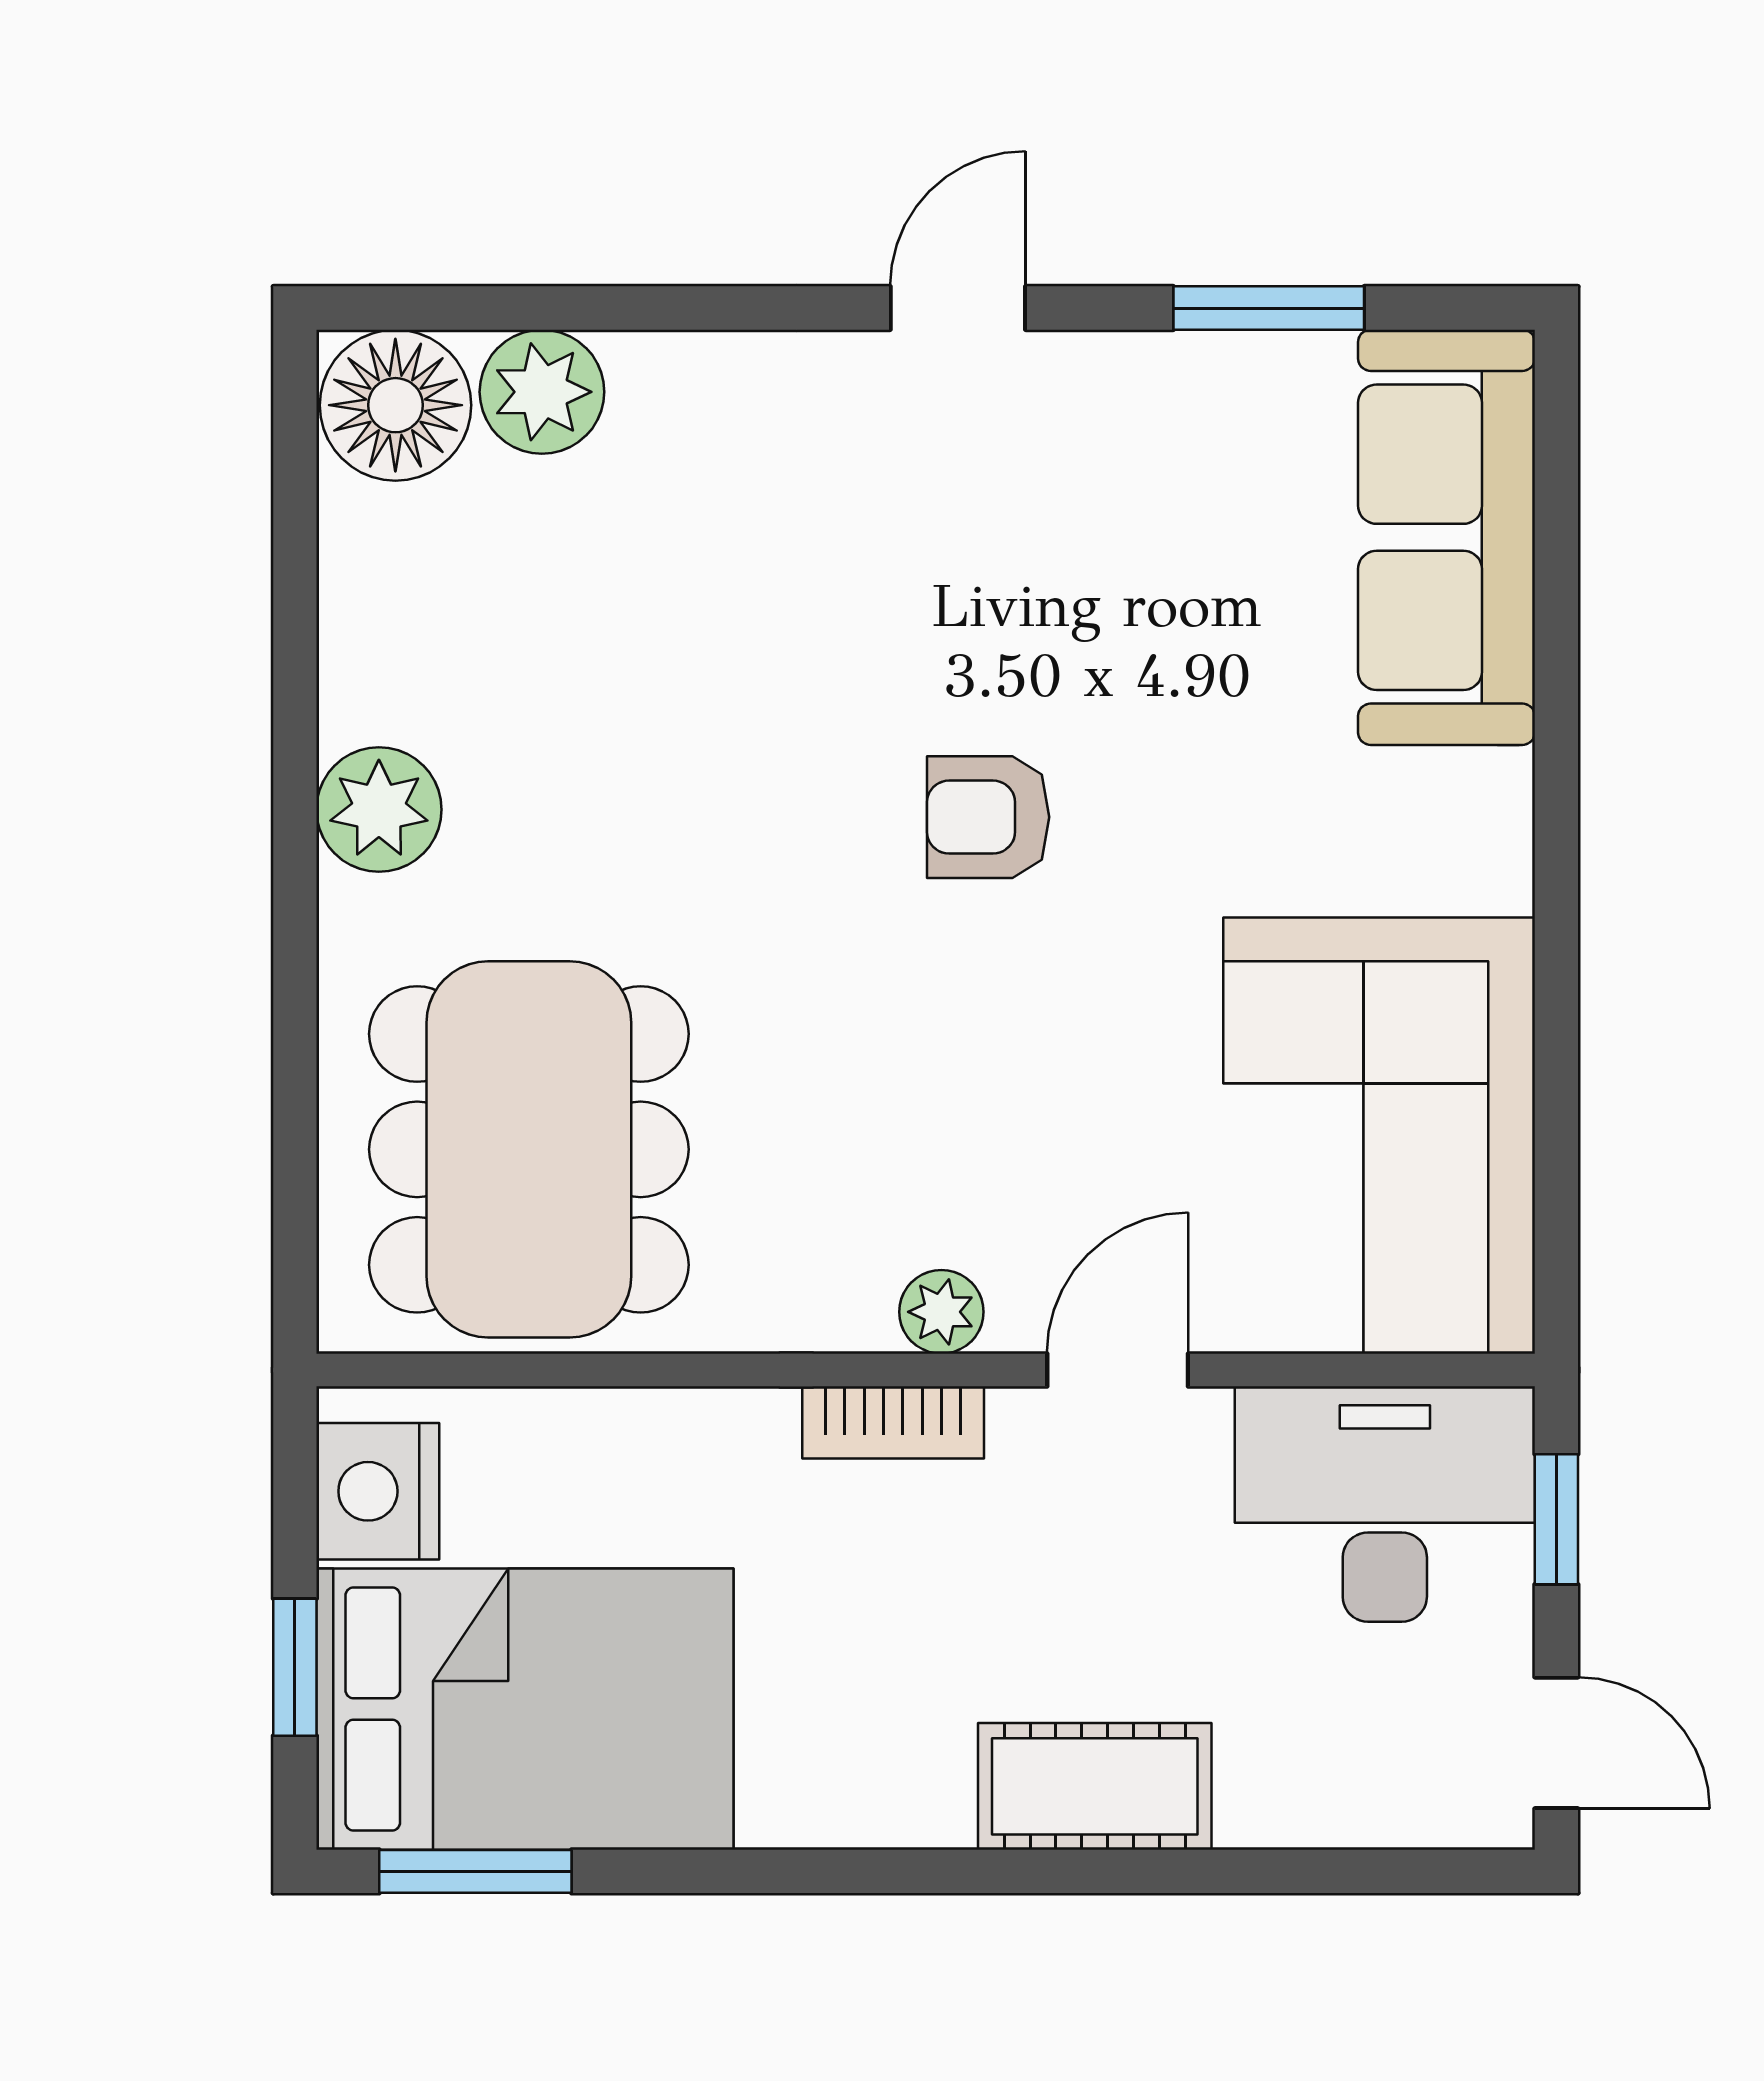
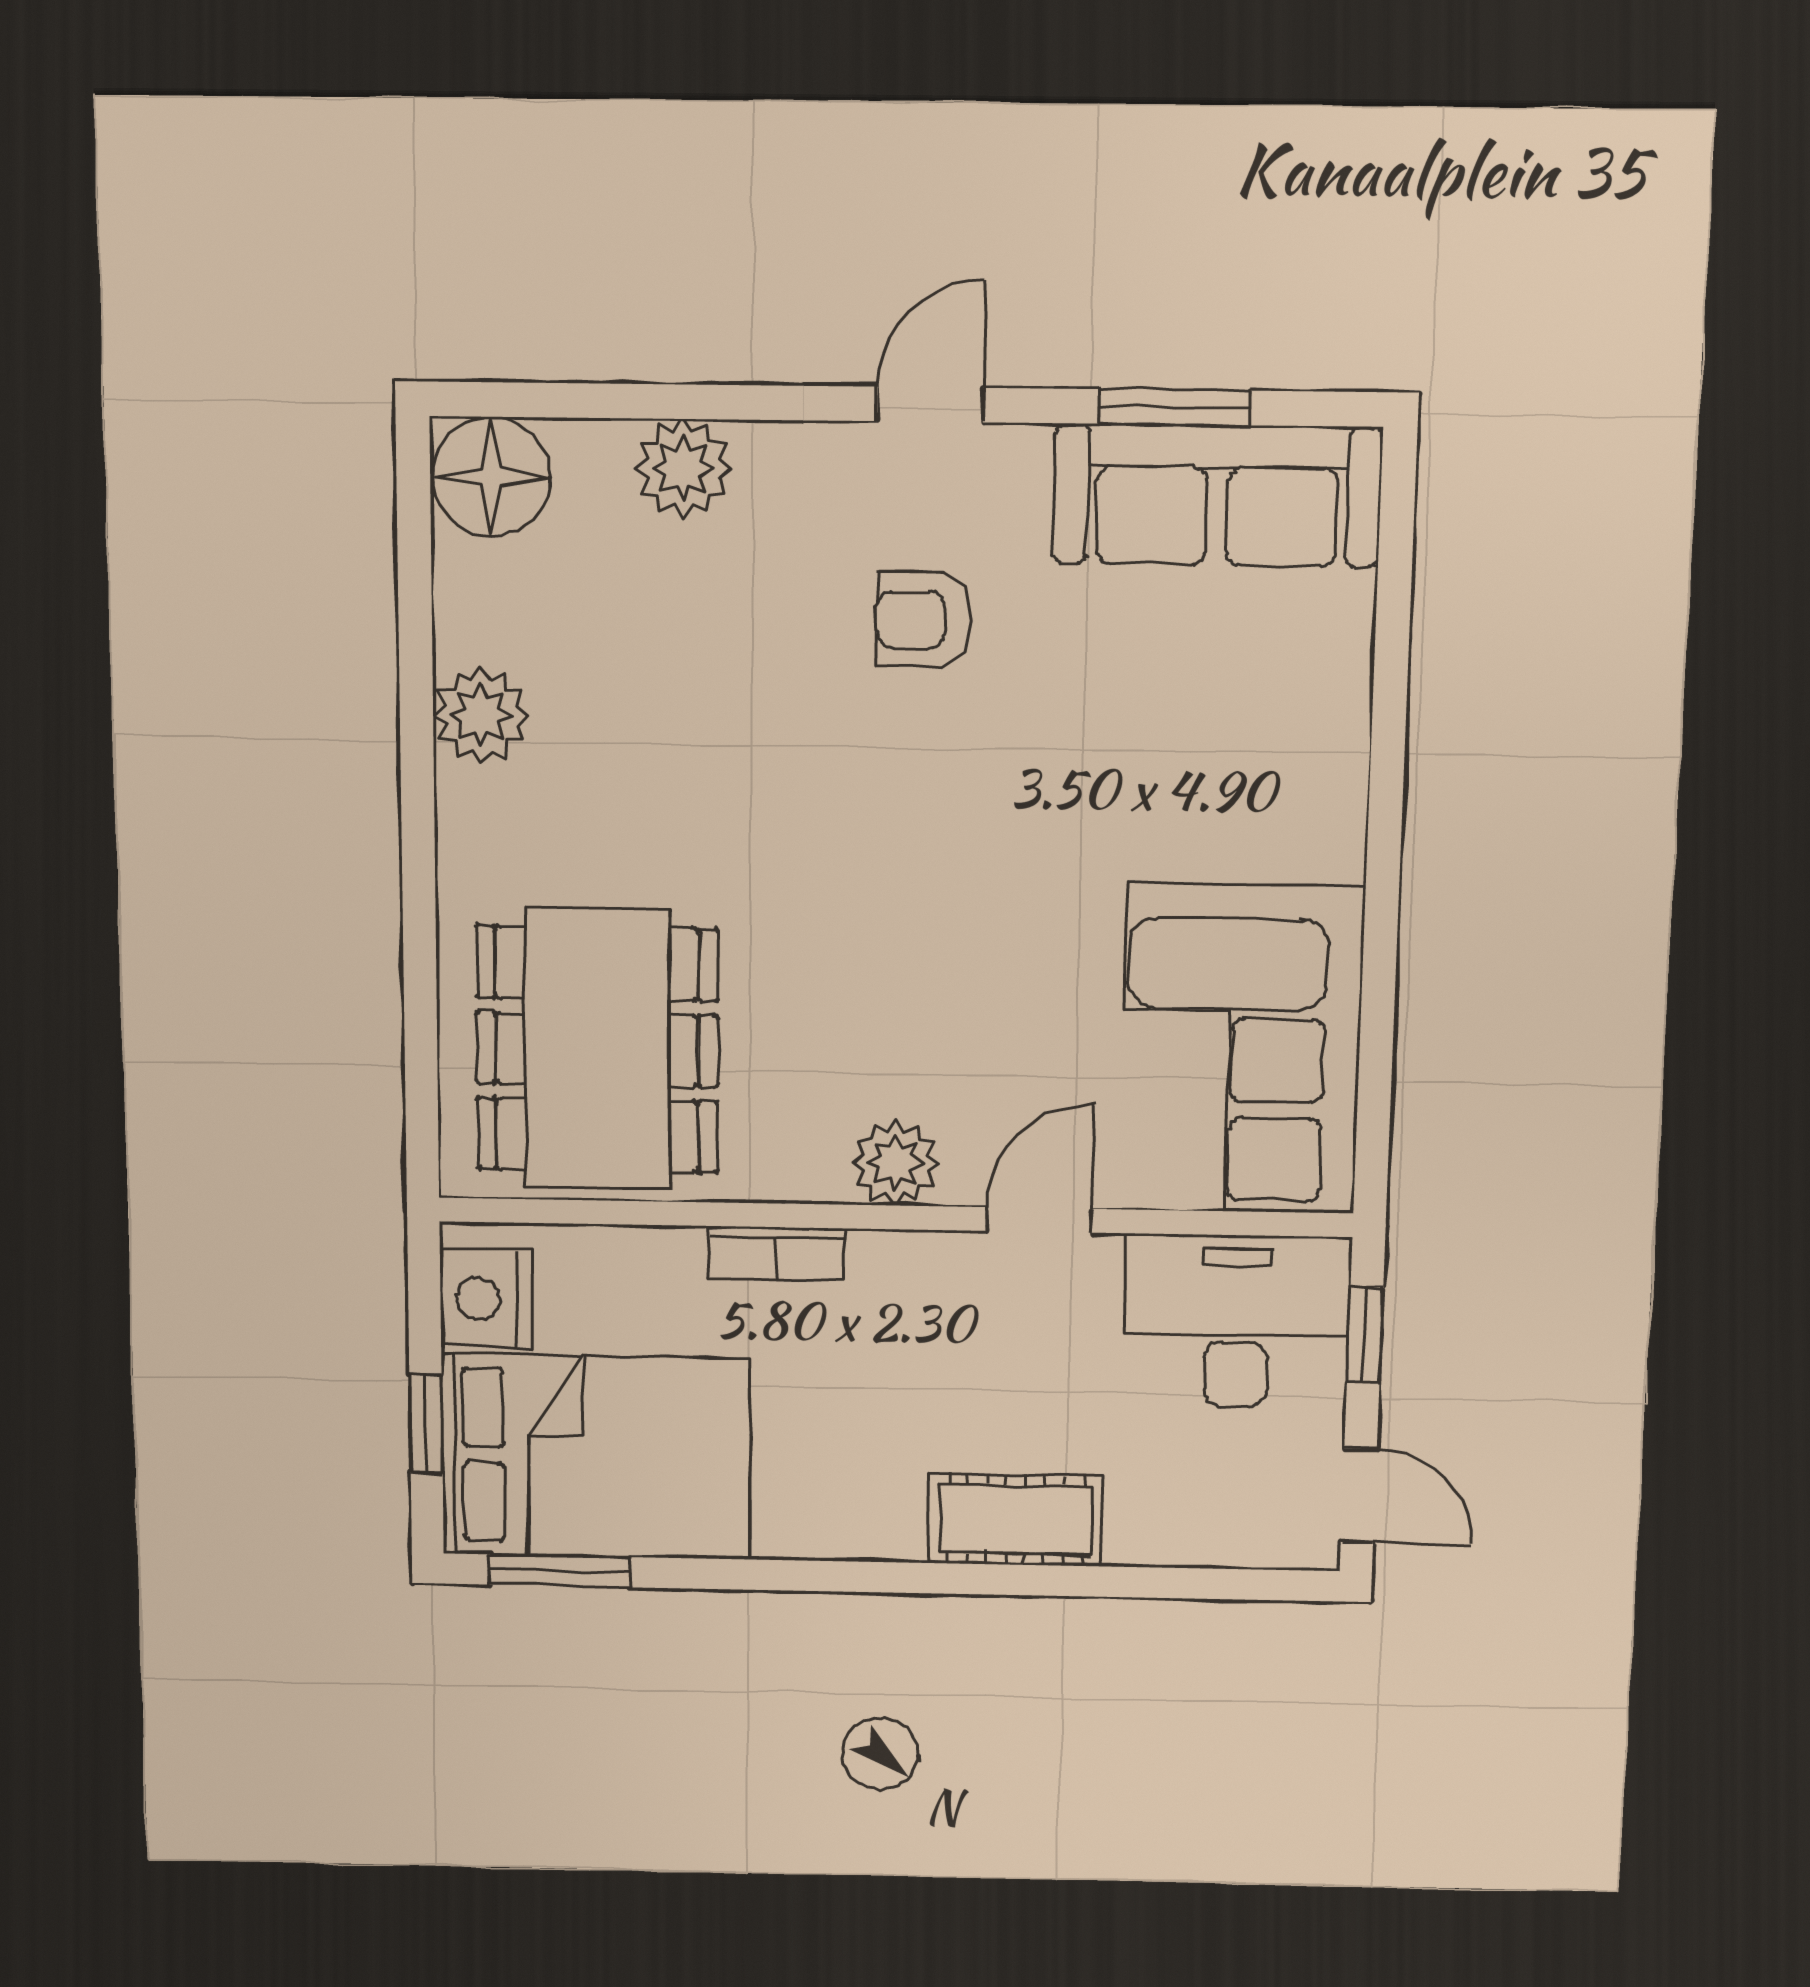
plant: (542, 392) -> (683, 468), moved
sofa: (1446, 537) -> (1218, 495), moved, turned -90
plant: (379, 810) -> (481, 715), moved
armchair: (988, 817) -> (924, 620), moved
plant: (941, 1312) -> (895, 1163), width x1.38, depth x1.38
bookcase: (893, 1422) -> (777, 1254), moved

